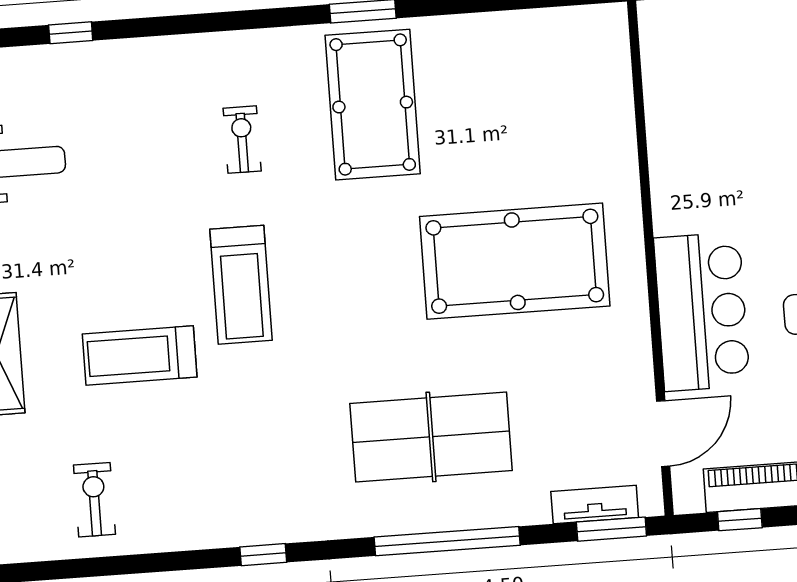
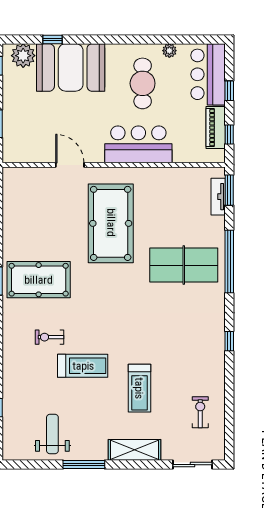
treadmill: (241, 285) -> (83, 366), moved
door: (663, 434) -> (70, 165), moved
table tennis table: (431, 437) -> (184, 265), turned 90
exercise bike: (94, 500) -> (200, 412), turned 90

